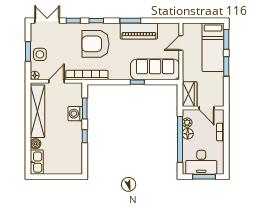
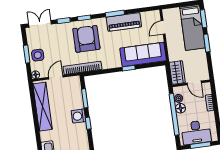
armchair: (95, 44) -> (86, 39), turned 90
washing machine: (75, 114) -> (78, 116), moved
boiler: (35, 144) -> (45, 136), removed

